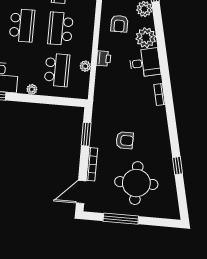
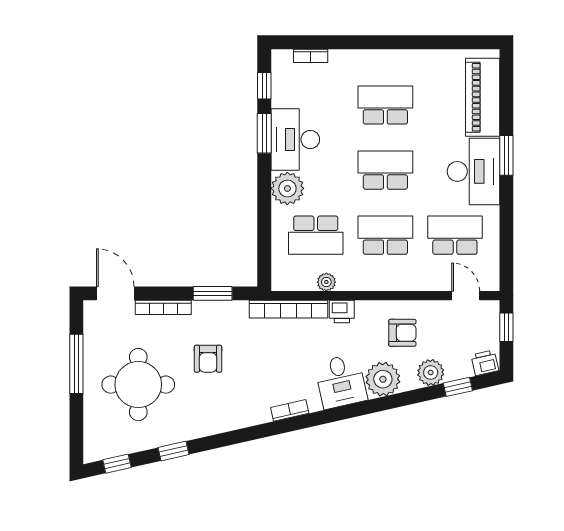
armchair: (119, 24) -> (402, 333), turned 180
school desk: (22, 25) -> (385, 170), turned 180
plant: (32, 89) -> (287, 188), width x1.87, depth x1.87
bookcase: (99, 90) -> (288, 309), added
window: (182, 200) -> (117, 464), added

